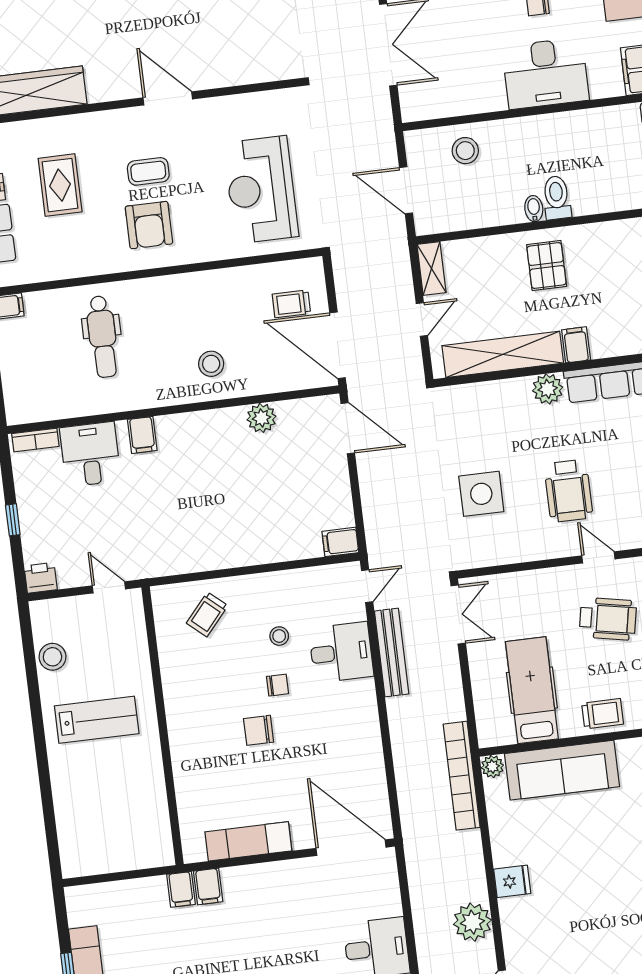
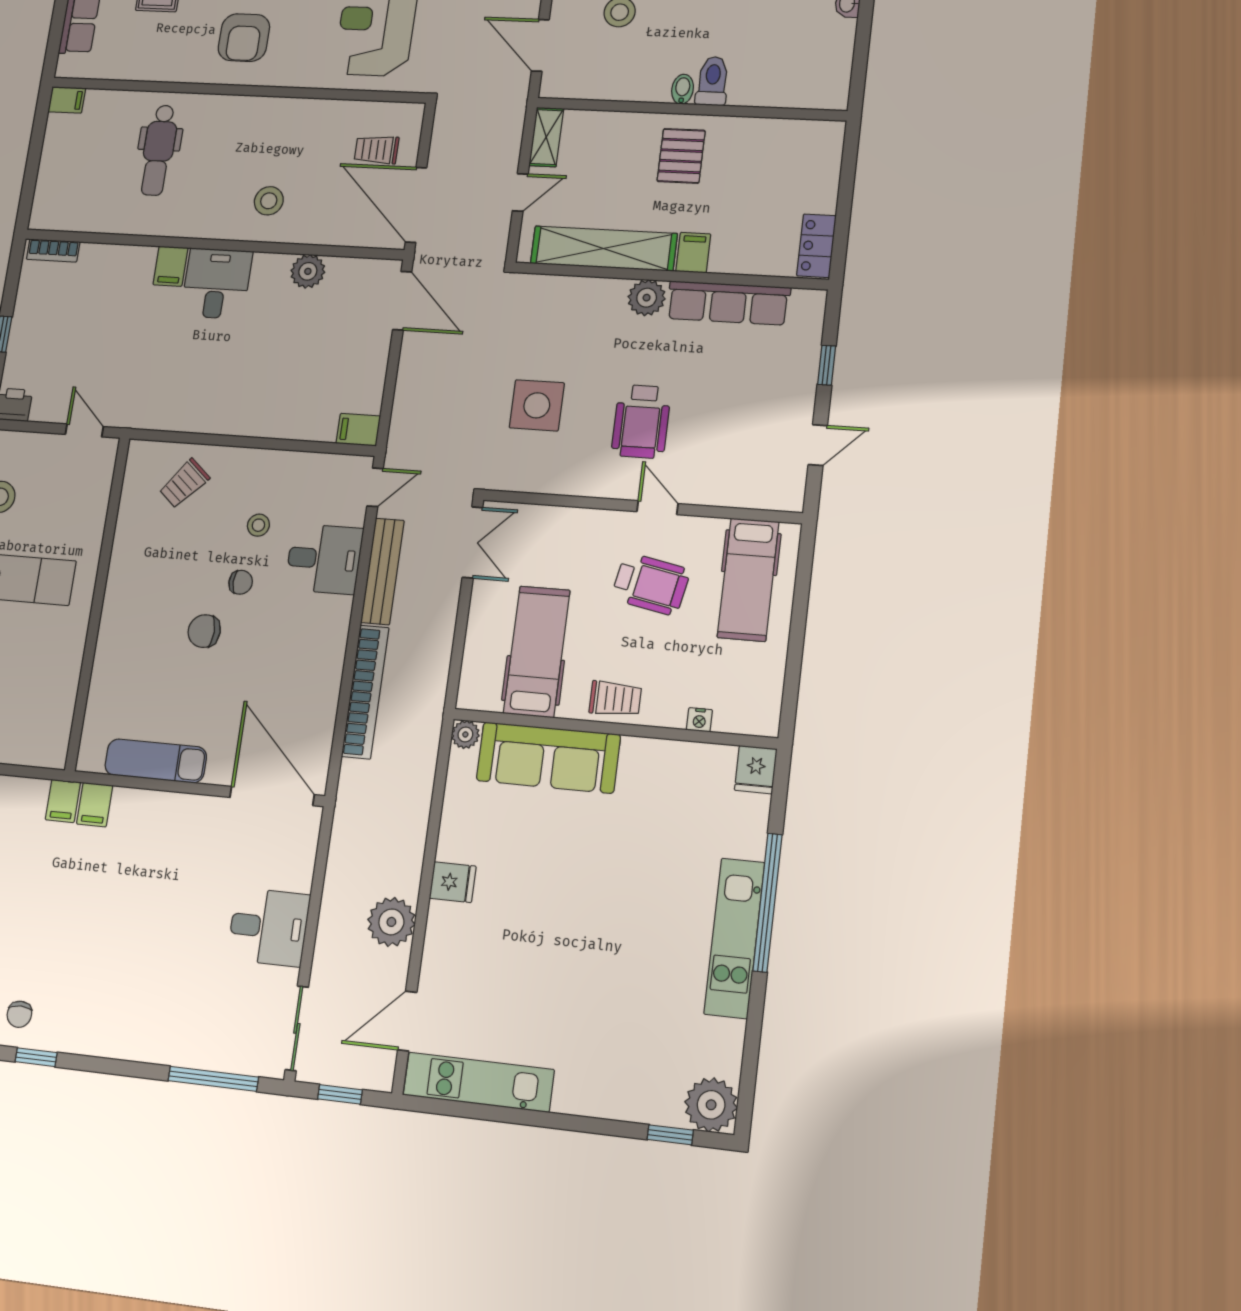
desk: (90, 454) -> (216, 284), moved
bookcase: (462, 776) -> (365, 692), moved, turned 180

